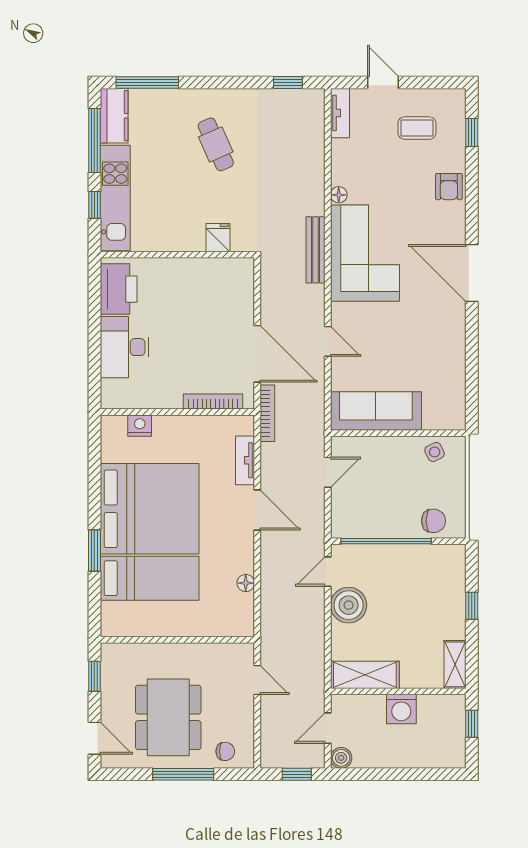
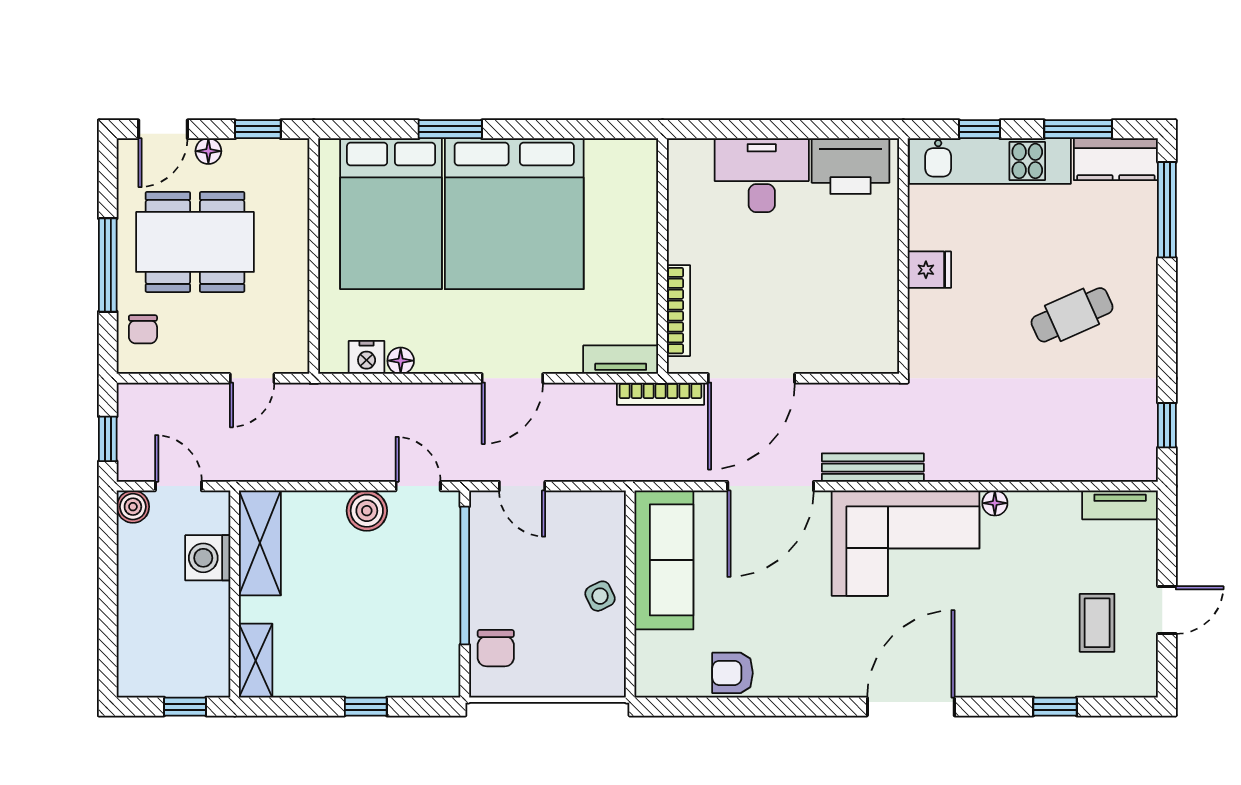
door: (383, 82) -> (1167, 610), moved
window: (472, 132) -> (1055, 707), moved
window: (94, 140) -> (1078, 129), width x0.69
armchair: (449, 187) -> (732, 673), moved
fridge: (218, 238) -> (929, 270), moved
bench: (316, 250) -> (873, 468), moved
door: (472, 273) -> (911, 707), moved
door: (328, 341) -> (771, 486), width x1.88
nightstand: (140, 426) -> (367, 357), moved, turned 90
side table: (435, 452) -> (600, 596), moved
tv unit: (245, 460) -> (621, 360), moved
door: (328, 472) -> (522, 486), moved
bed: (150, 578) -> (391, 214), width x1.50
boiler: (349, 605) -> (367, 511), width x0.73, depth x0.73
shelving: (455, 664) -> (256, 661), moved, turned 90
floor lamp: (109, 709) -> (208, 151), added
washing machine: (401, 709) -> (208, 558), moved

